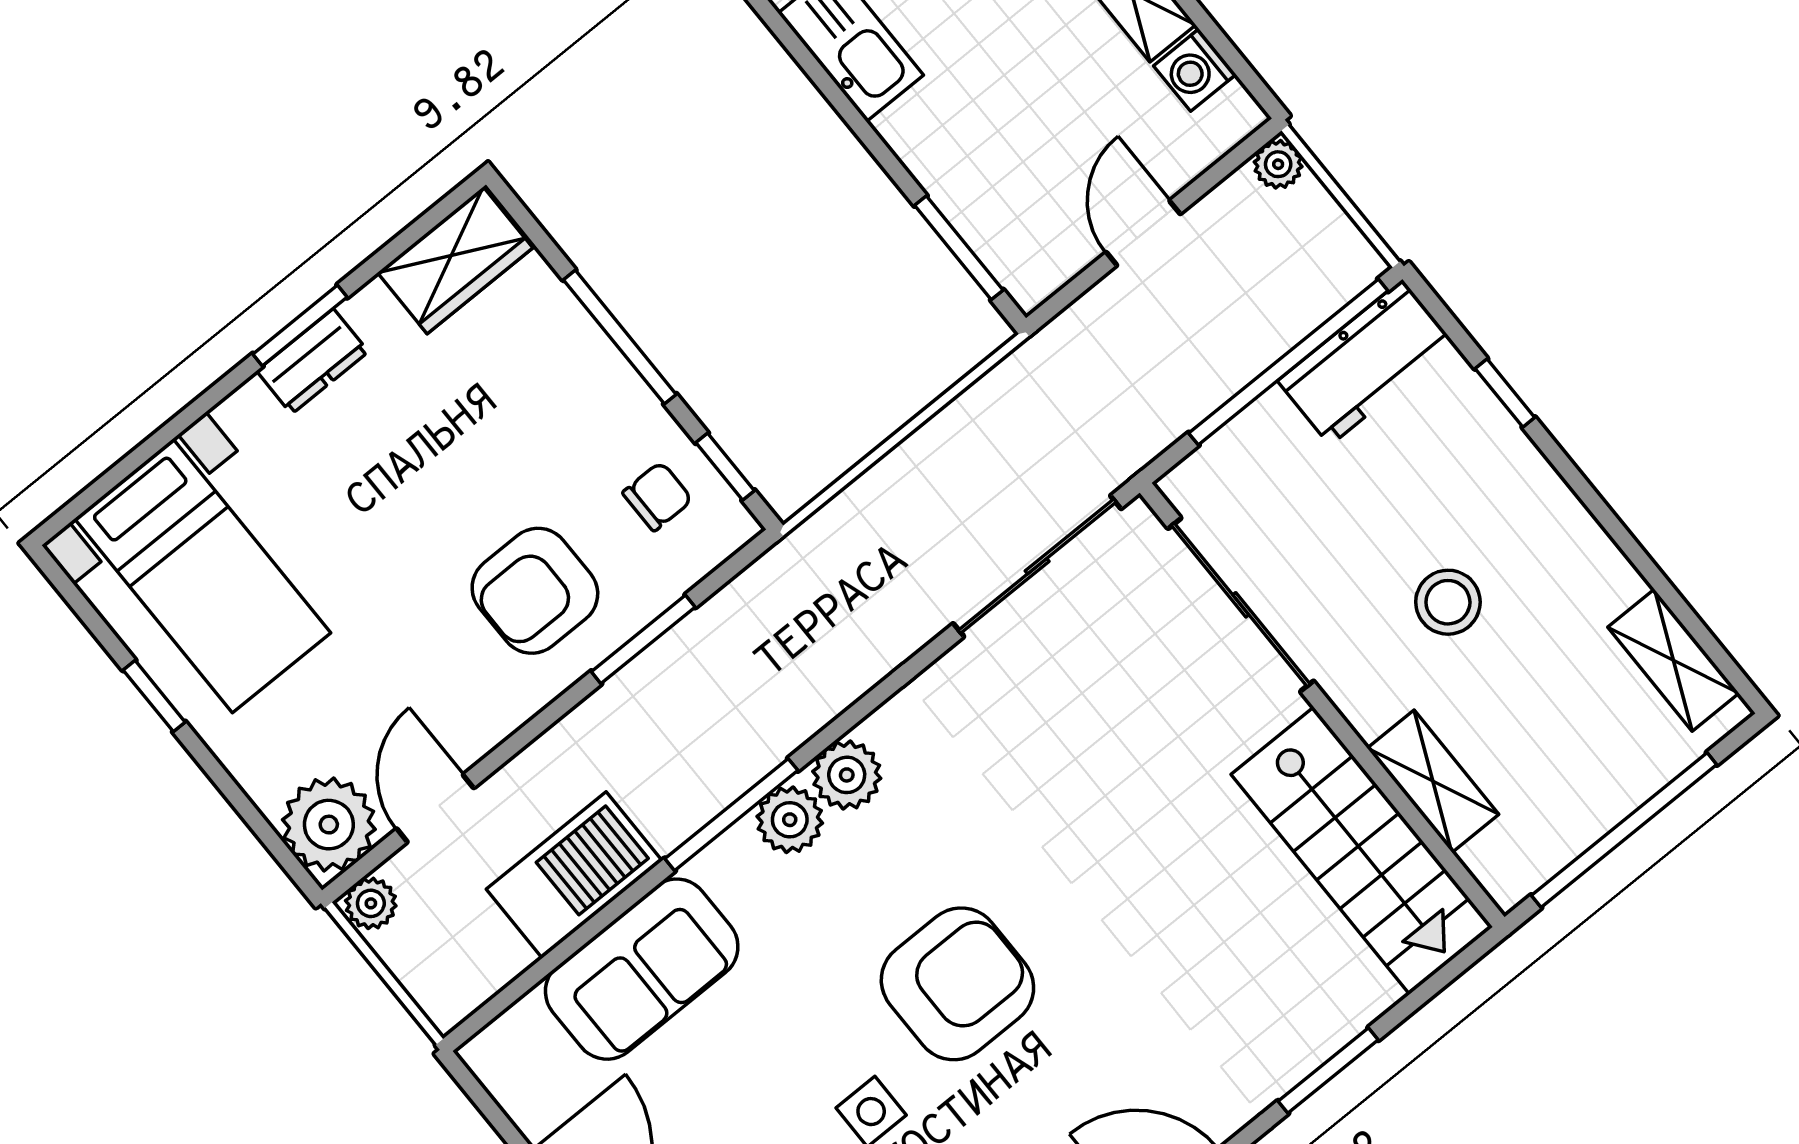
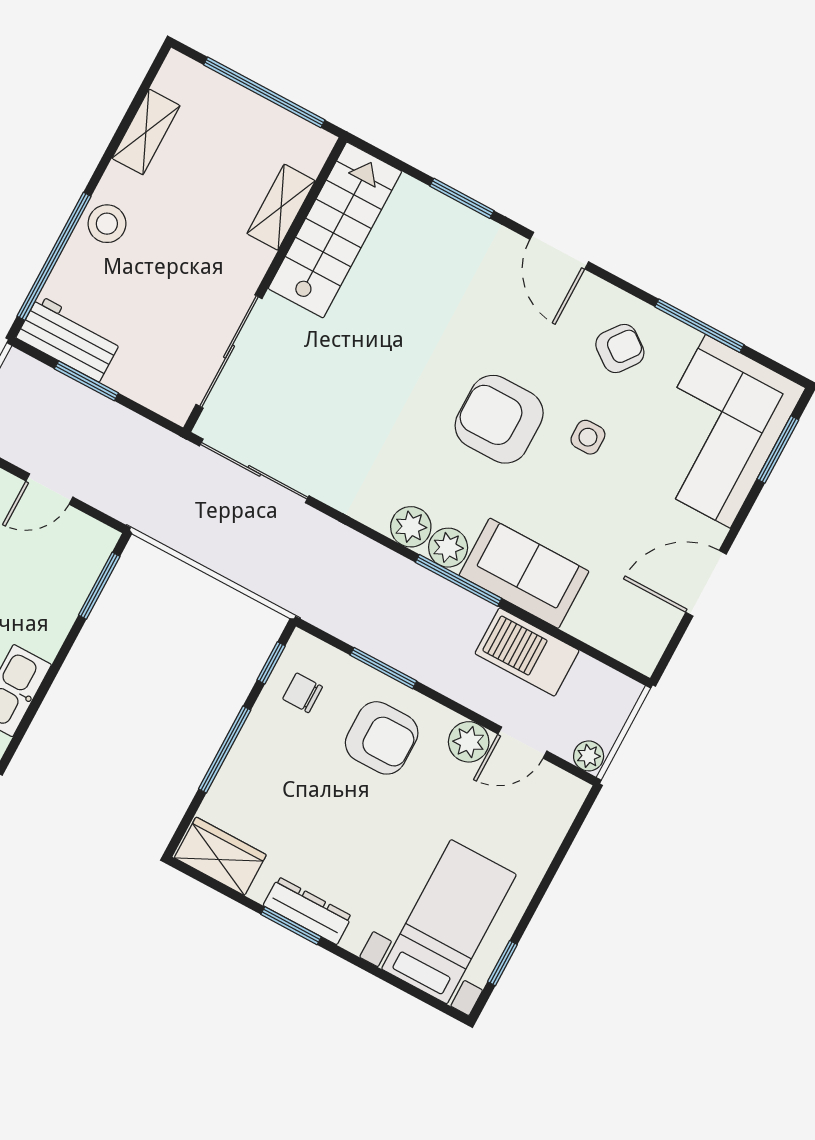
dresser: (312, 361) -> (308, 911), width x1.44
window: (1288, 362) -> (86, 381), width x0.47
window: (1505, 393) -> (54, 256), width x3.17
stool: (1448, 602) -> (107, 224), moved
shelving: (1673, 660) -> (146, 132), moved
window: (154, 696) -> (502, 963), moved
plant: (329, 825) -> (469, 742), moved, width x0.73, depth x0.73
sofa: (642, 969) -> (524, 573), moved

